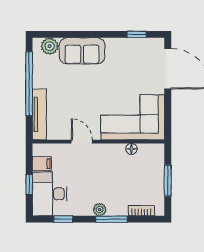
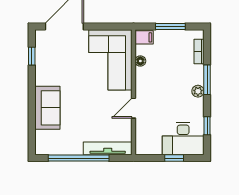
plant: (50, 46) -> (43, 139), removed
filing cabinet: (42, 164) -> (144, 37), moved, turned 90

